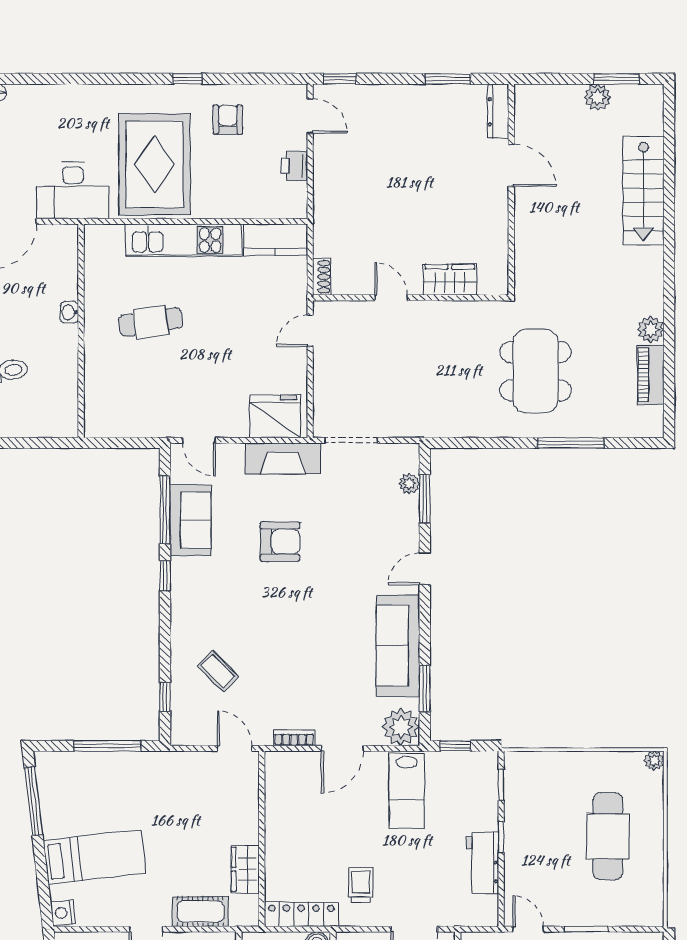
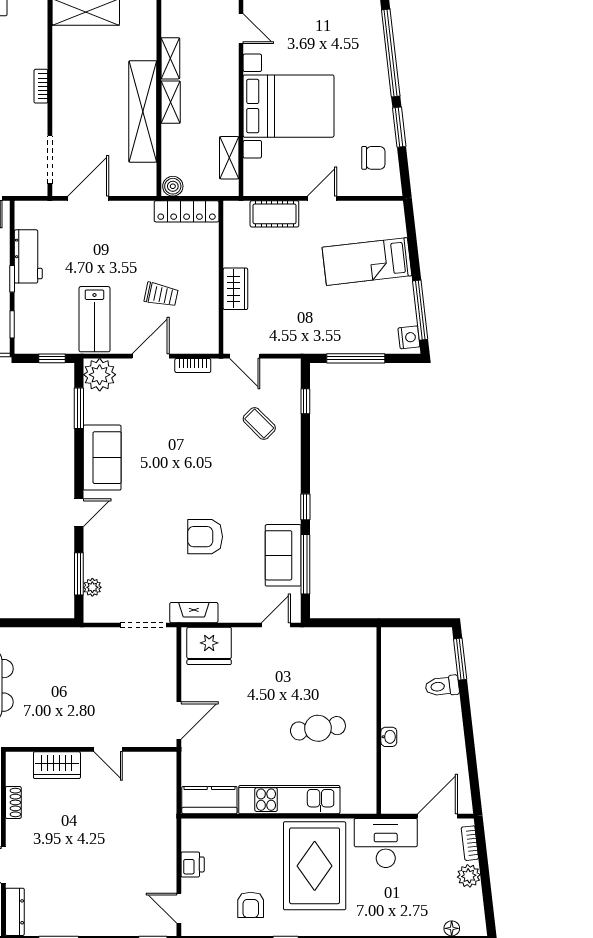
shoe rack: (322, 277) -> (13, 802), moved, turned 180
door: (310, 331) -> (179, 721), width x1.38
door: (199, 440) -> (276, 625), hinge flipped
fireplace: (283, 458) -> (194, 613), width x0.73, depth x0.76
sofa: (398, 646) -> (102, 458), width x0.73
lab bench: (407, 791) -> (94, 319), turned 180
wardrobe: (245, 869) -> (235, 289), moved
trolley: (361, 885) -> (161, 295), moved, turned -78
nightstand: (63, 913) -> (409, 337), moved

